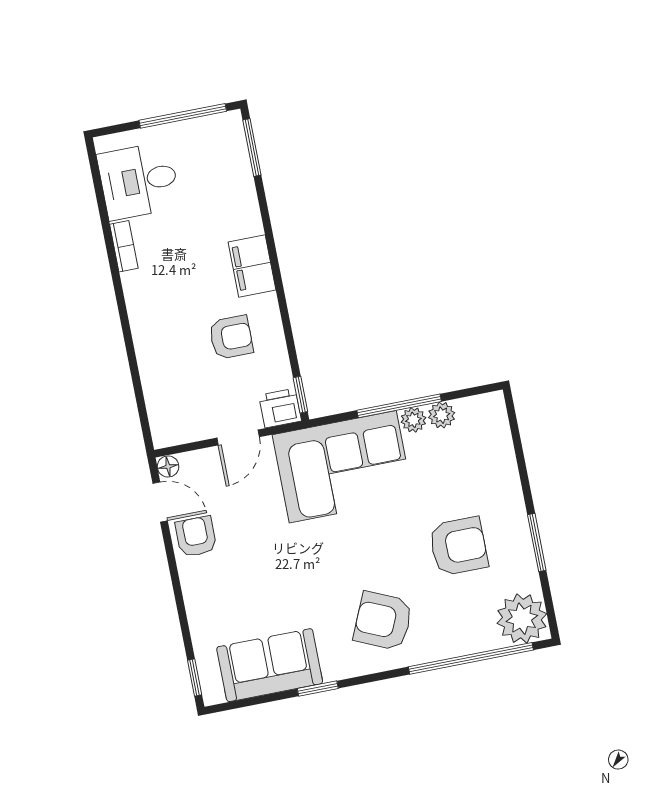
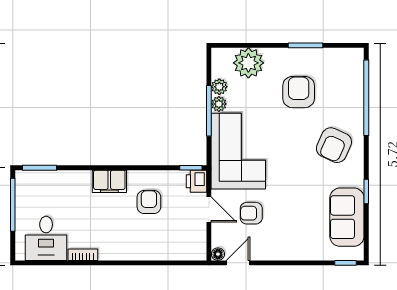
armchair: (196, 537) -> (251, 213), moved
plant: (522, 619) -> (248, 63), moved

